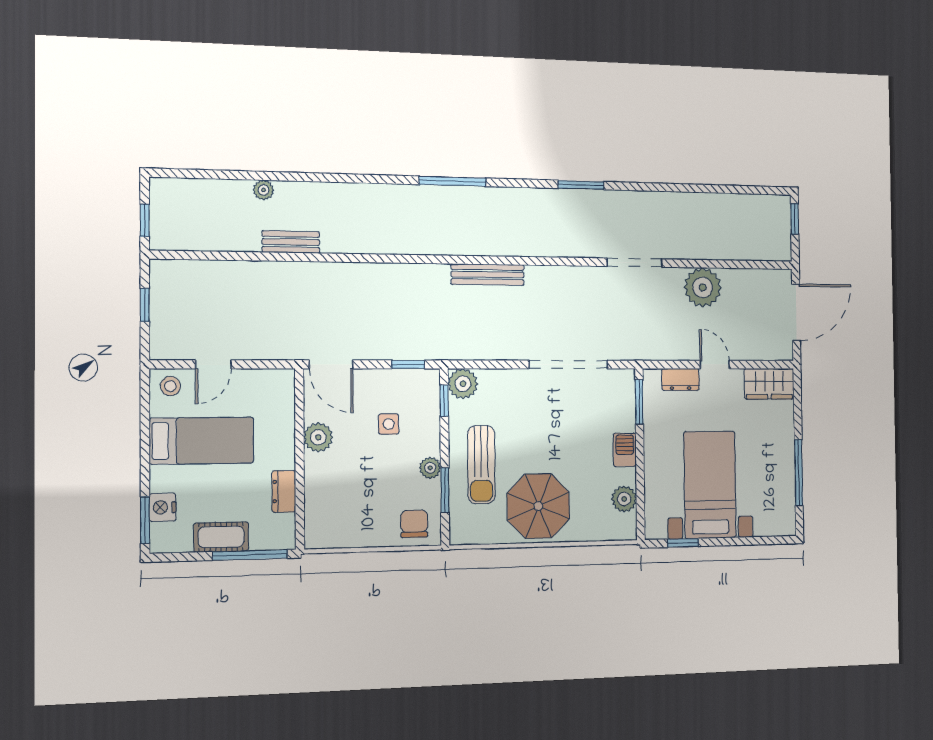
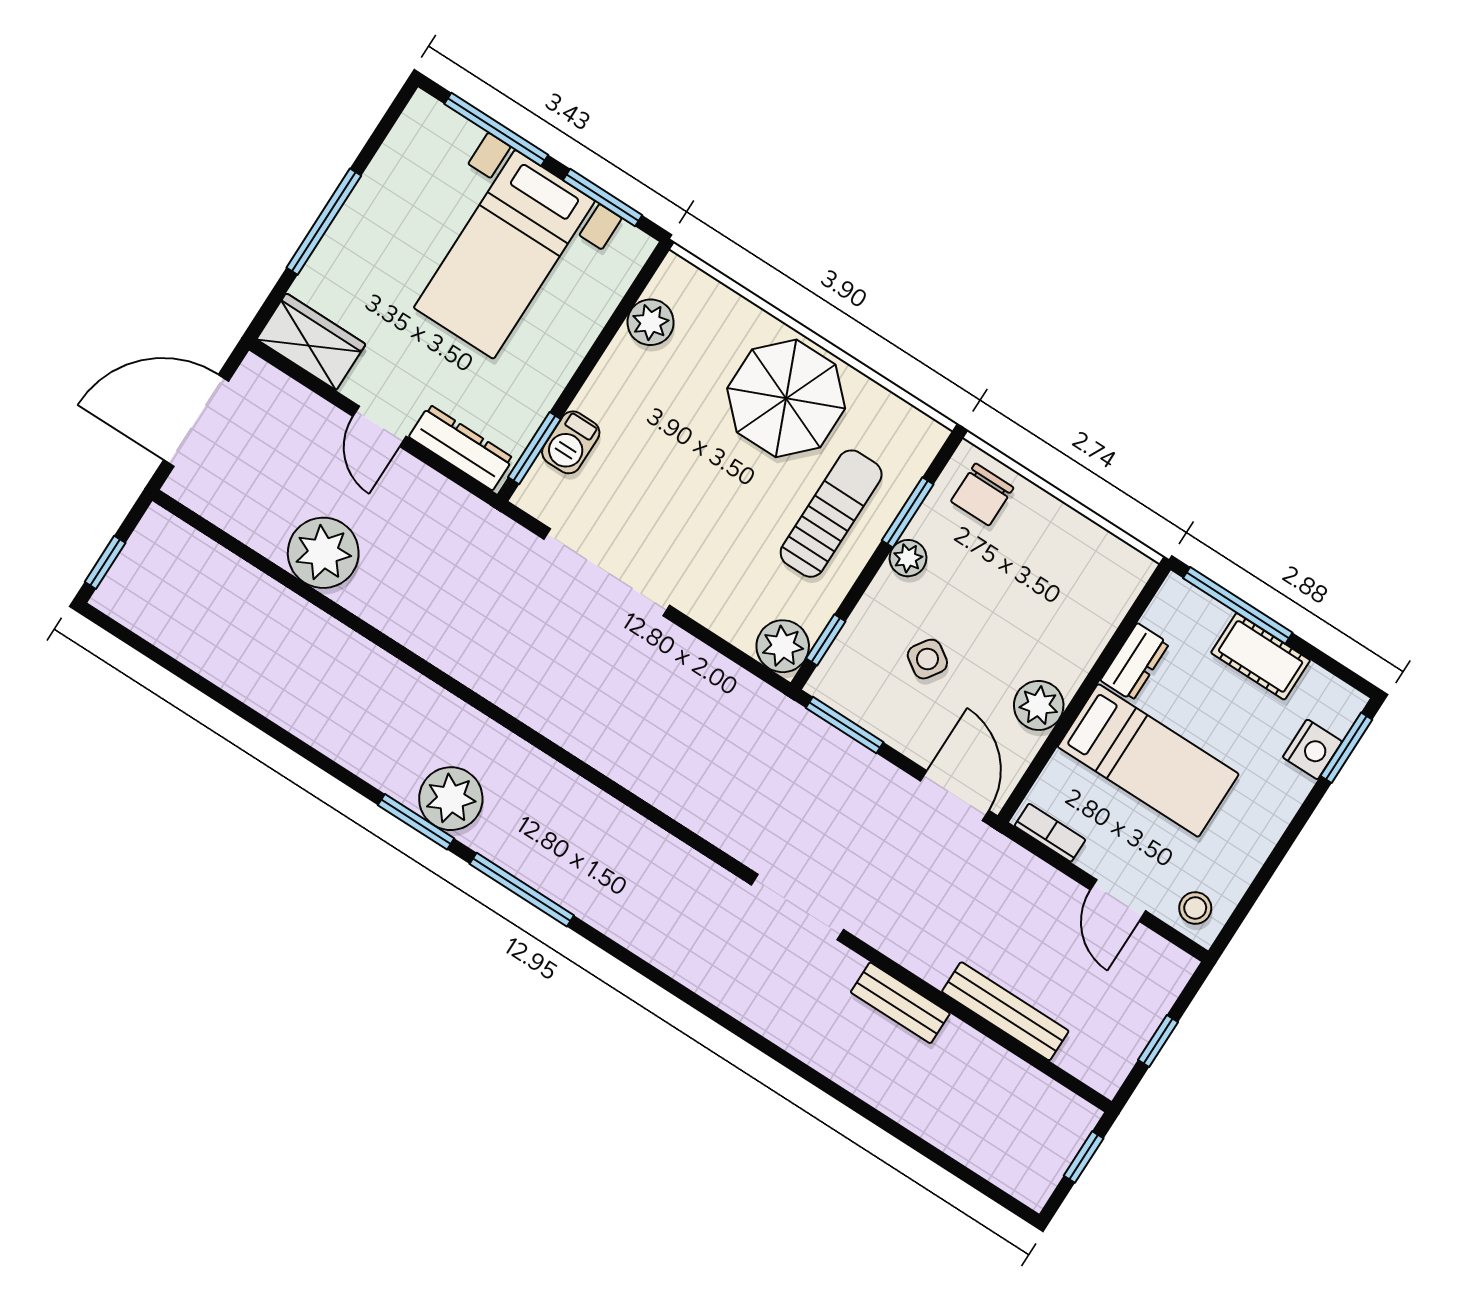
window: (452, 181) -> (522, 890), moved
plant: (264, 190) -> (451, 799), moved, width x1.87, depth x1.87
doorway: (635, 263) -> (797, 907), moved
bench: (488, 275) -> (1005, 1011), moved
door: (213, 364) -> (1118, 900), swing flipped
window: (408, 364) -> (845, 725), width x1.50
bookcase: (271, 377) -> (1050, 833), added
dresser: (680, 380) -> (461, 448), width x1.44
side table: (389, 424) -> (927, 659), turned 34
bed: (202, 441) -> (1148, 760), moved, turned 180
barbecue: (625, 450) -> (571, 442), moved
window: (799, 473) -> (324, 222), moved
window: (750, 541) -> (496, 129), added
window: (683, 543) -> (603, 198), width x1.50

